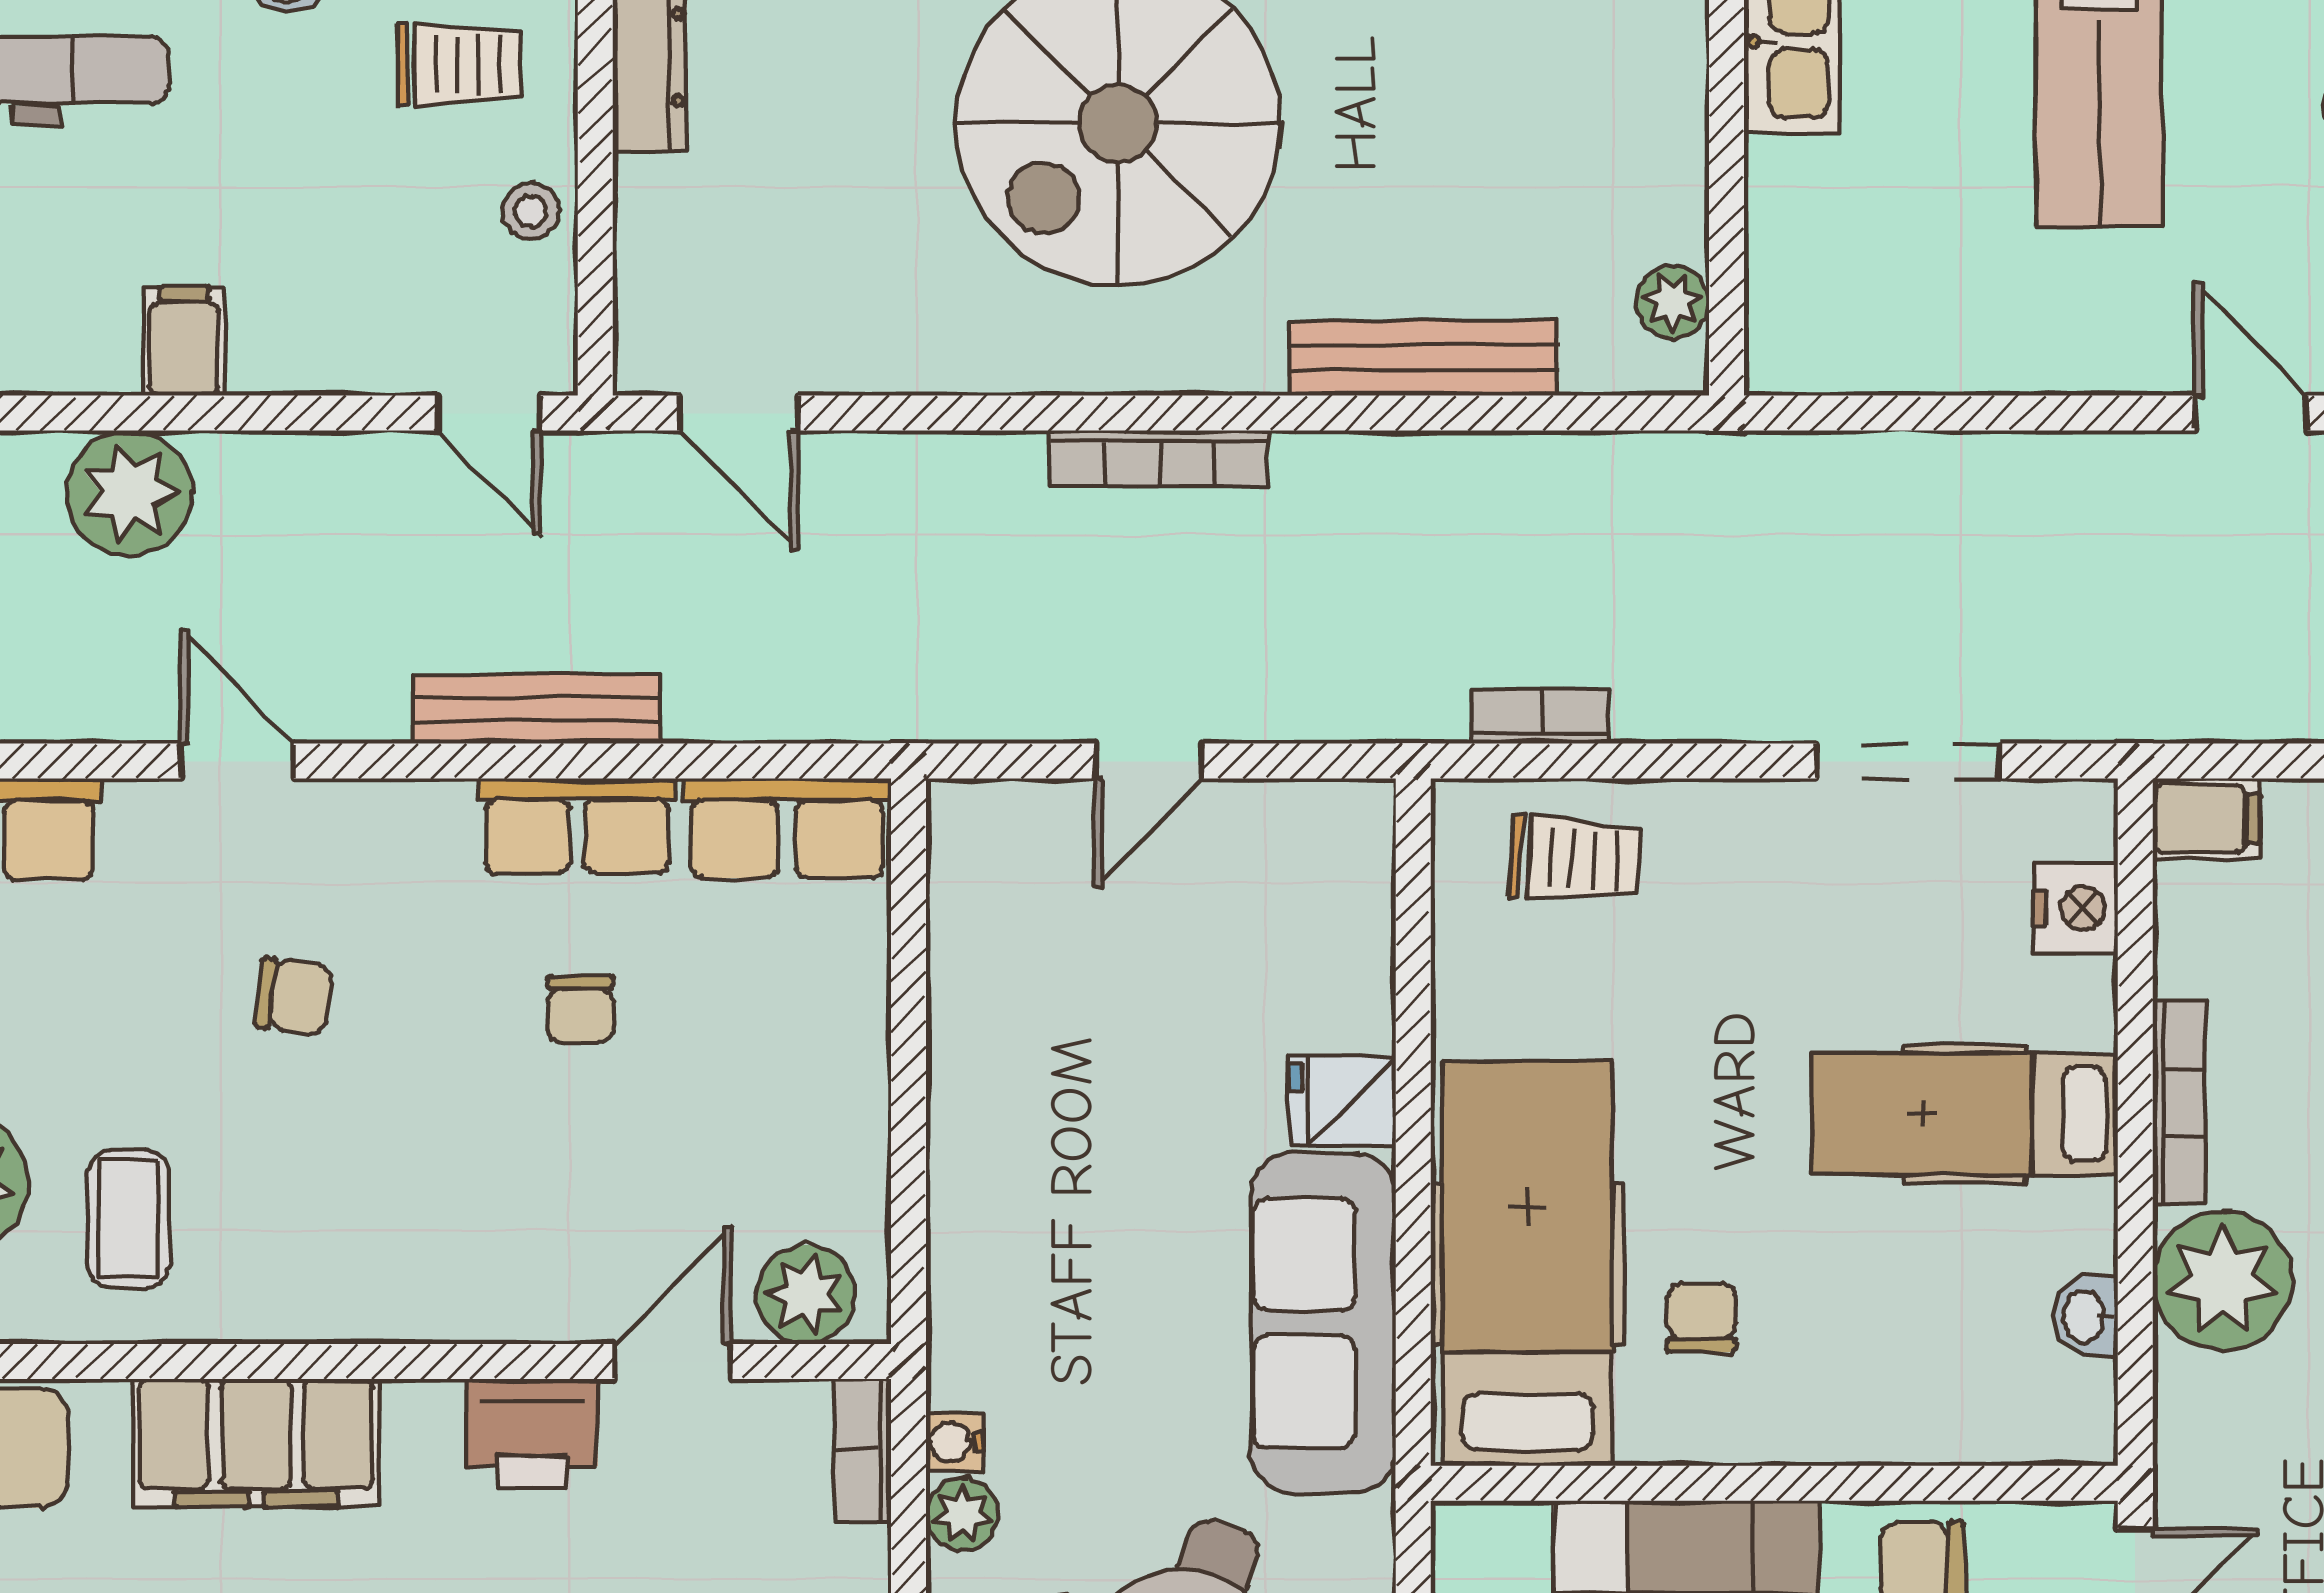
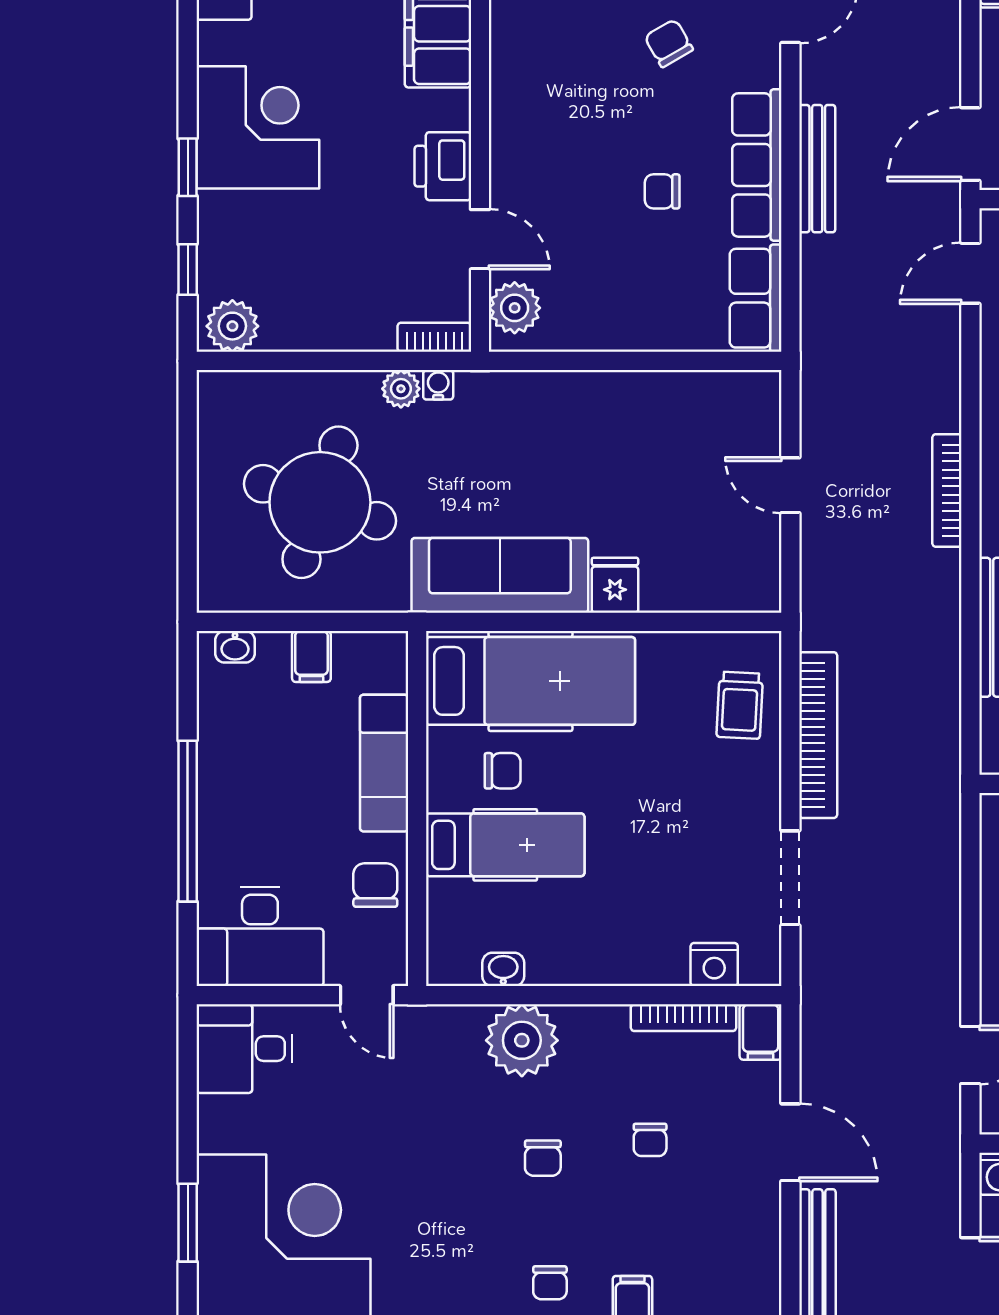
door: (489, 413) -> (970, 144), width x1.38
bookcase: (1541, 716) -> (818, 735), width x2.31, depth x1.31
row of seats: (577, 826) -> (757, 165), width x1.48
chair: (294, 997) -> (669, 43), turned 143
bookcase: (2179, 1102) -> (683, 1018), moved
hospital bed: (1965, 1114) -> (505, 845), moved, turned 90

